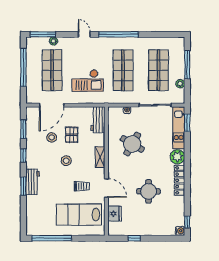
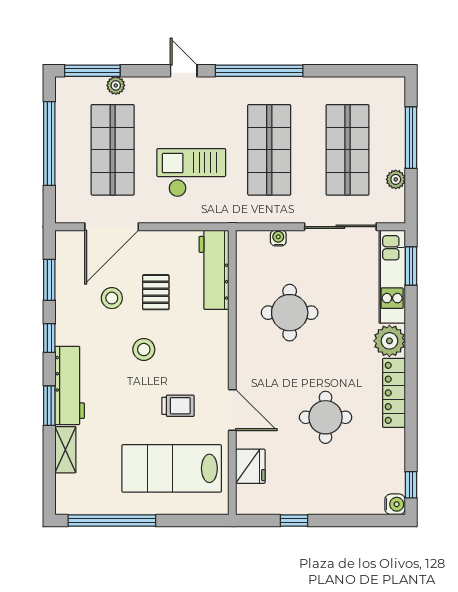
checkout: (88, 81) -> (191, 173), turned 180
workbench: (98, 120) -> (214, 270), width x1.38
round table: (132, 144) -> (290, 313), turned -30
shelving: (100, 157) -> (65, 450), moved
workbench: (33, 182) -> (70, 386), width x1.37

